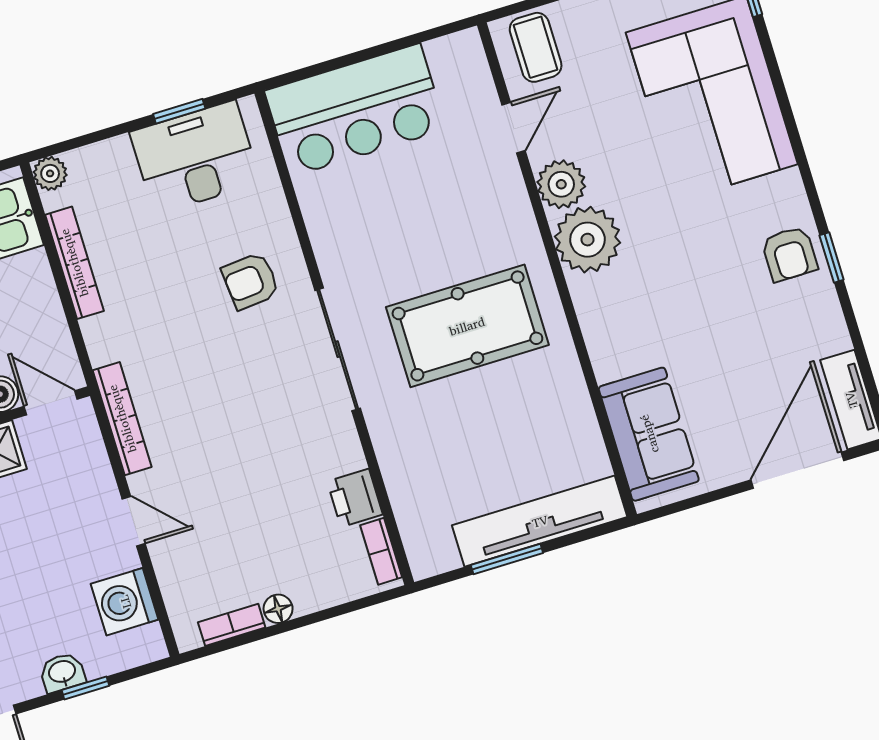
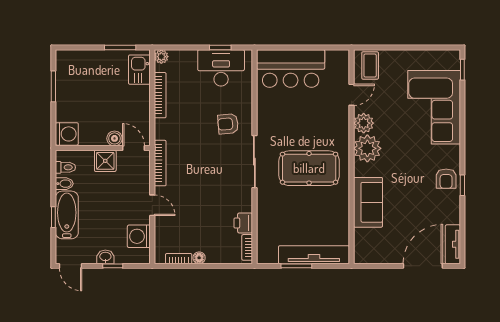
sofa: (649, 434) -> (368, 202), moved

